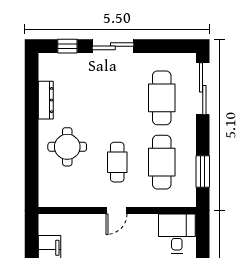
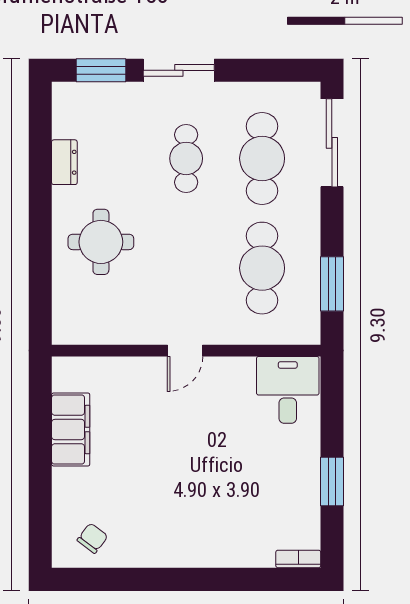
window: (67, 46) -> (101, 70), width x1.50
dresser: (46, 100) -> (64, 162), width x0.70
cafe table: (117, 162) -> (186, 158), moved

